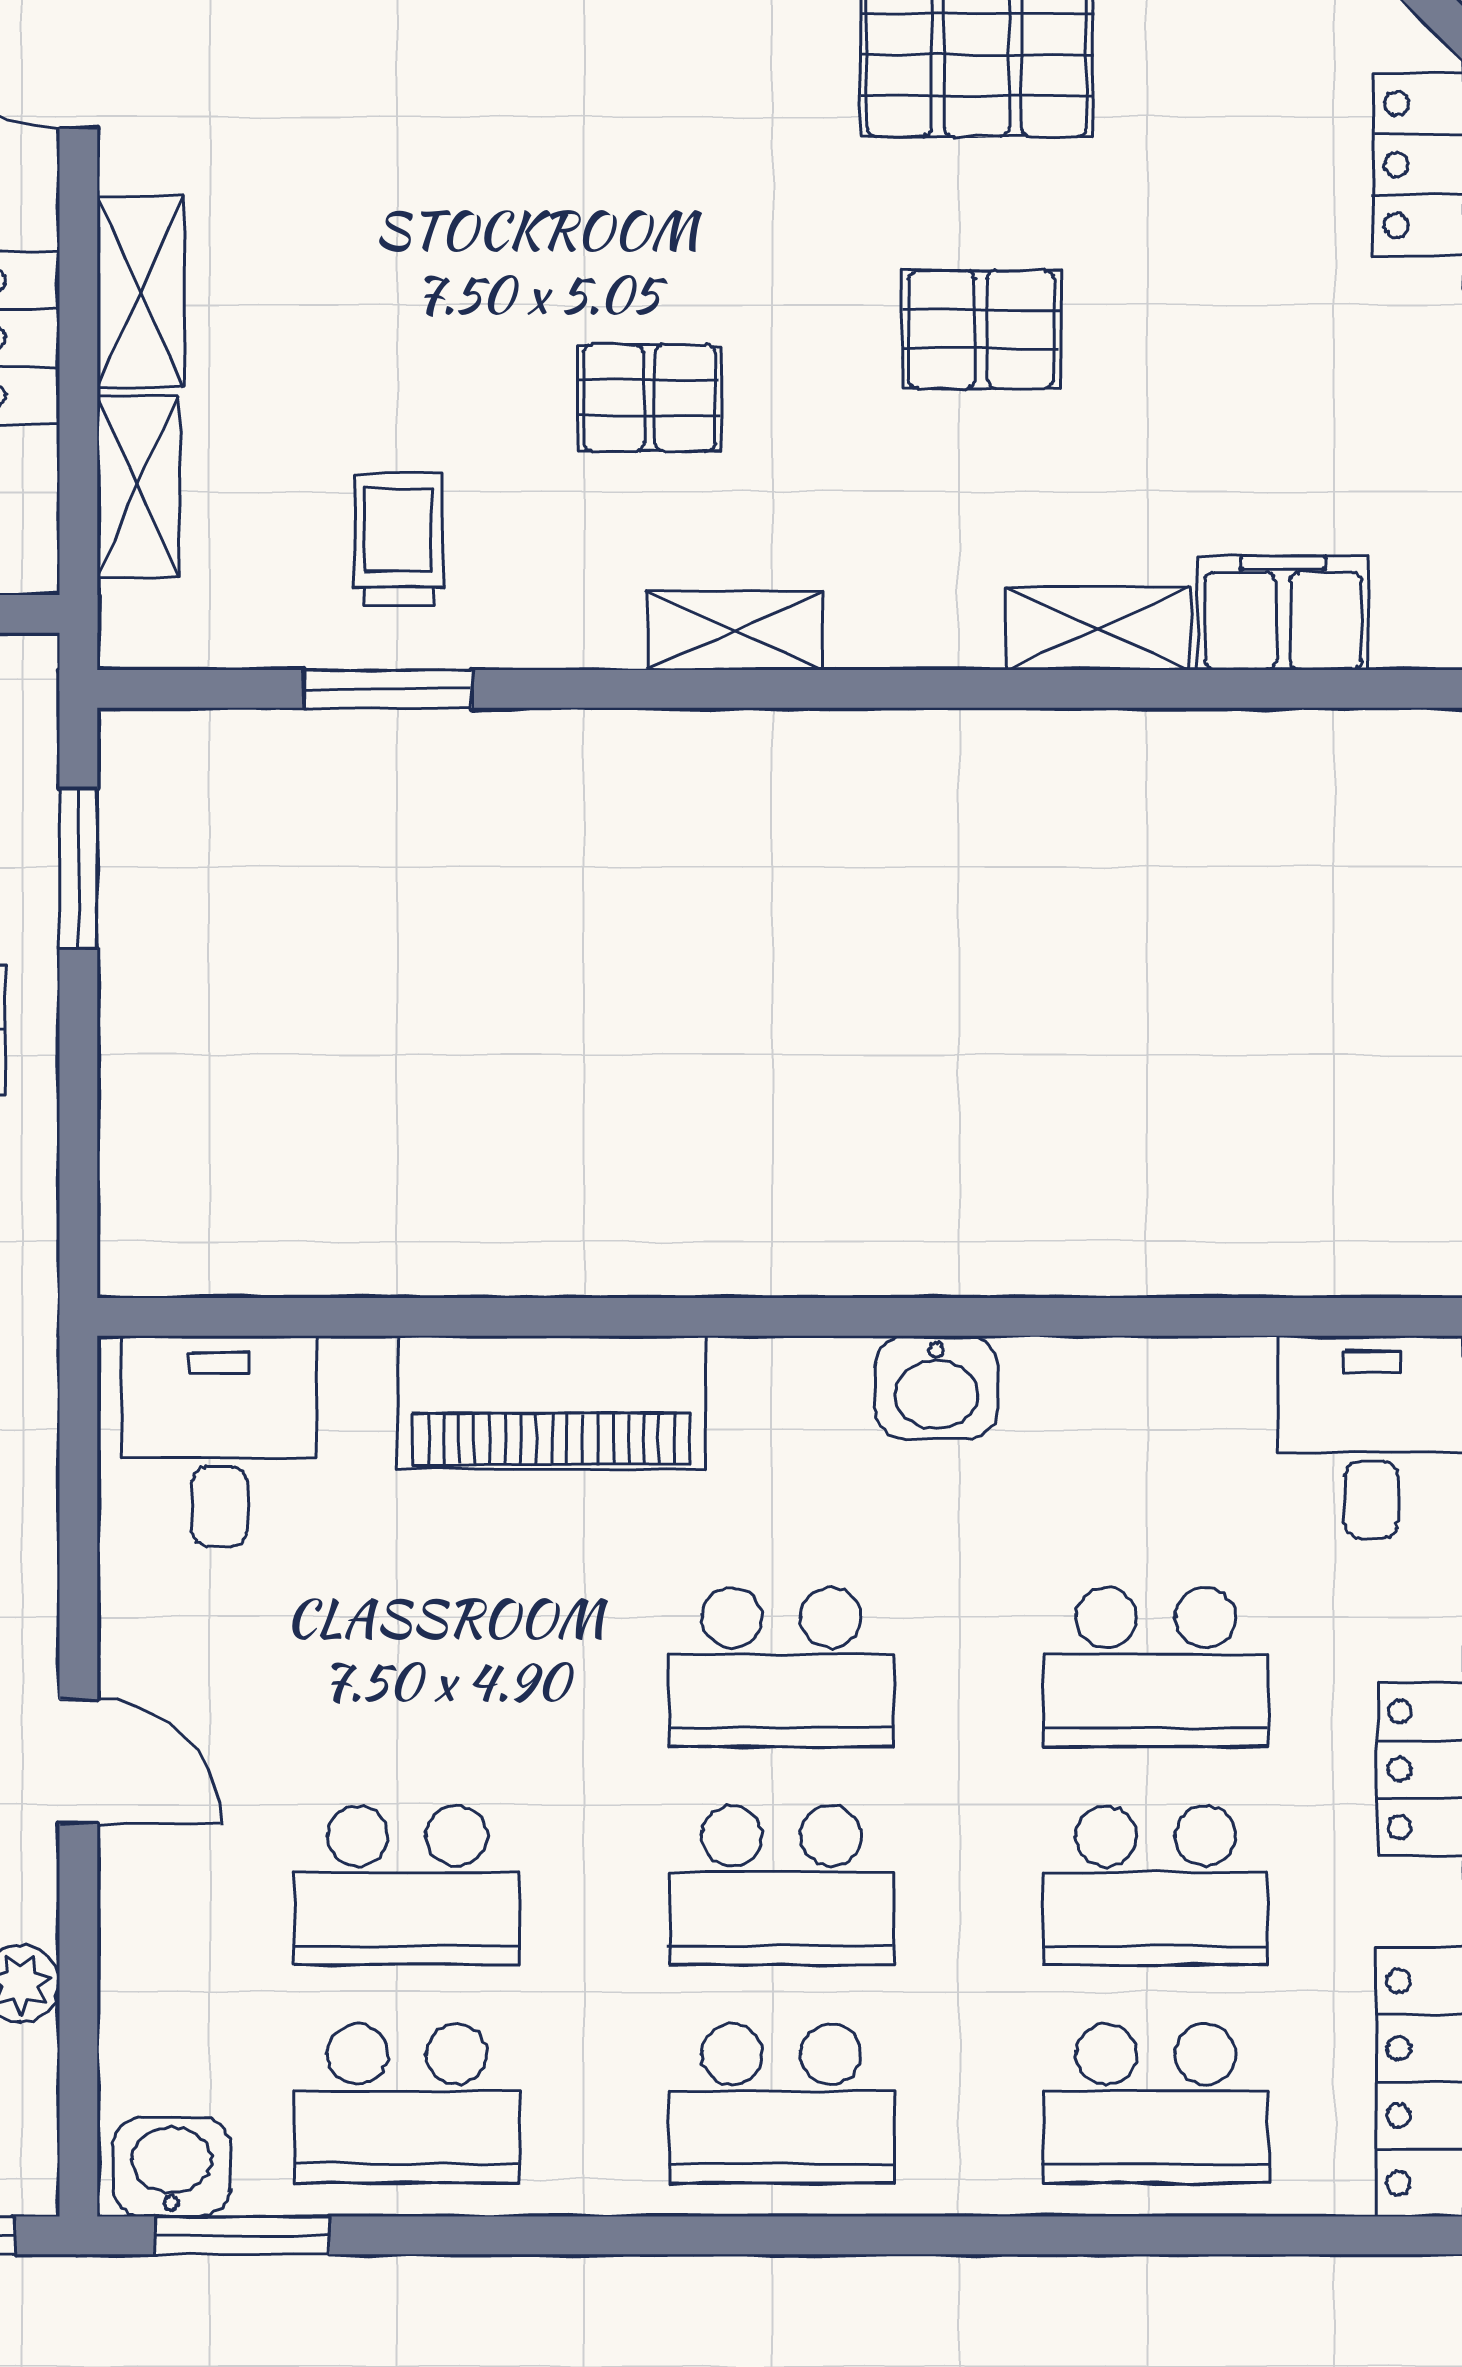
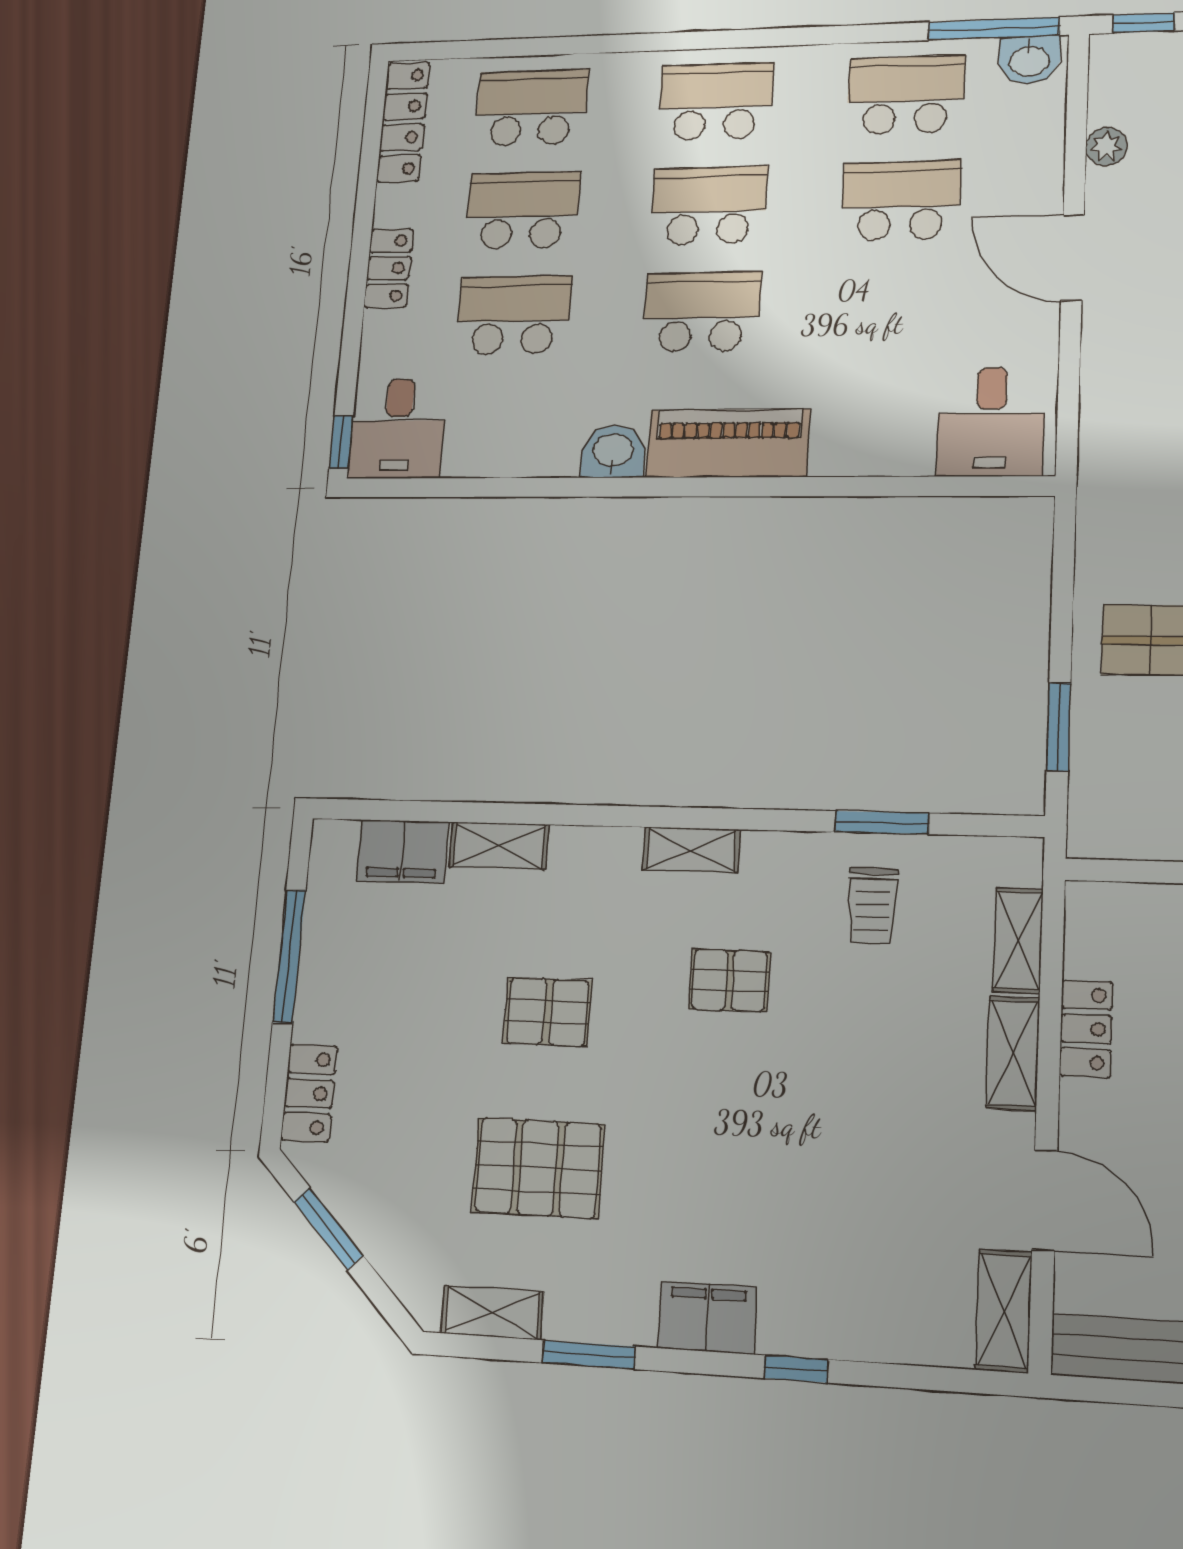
piano: (552, 1403) -> (728, 443), moved
door: (78, 1762) -> (1072, 258), width x1.38
window: (242, 2235) -> (994, 29), width x1.44

